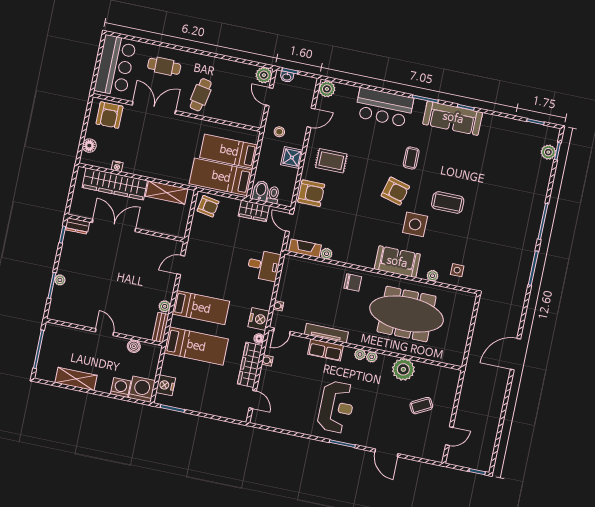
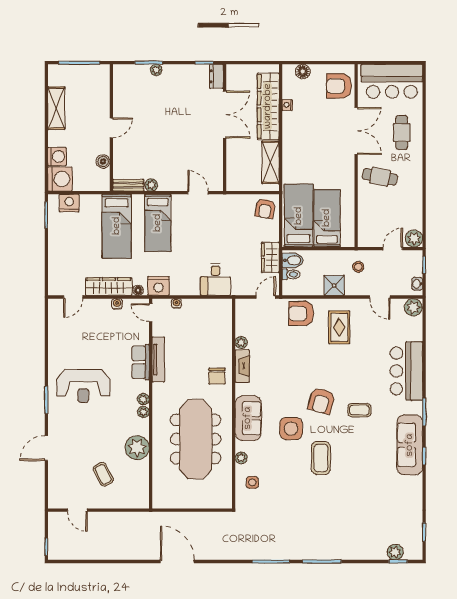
washbasin: (287, 77) -> (417, 284), moved
armchair: (311, 193) -> (301, 313), turned 90
fireplace: (305, 248) -> (242, 366), moved

